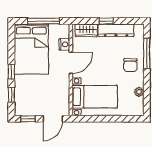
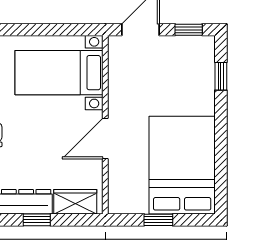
window: (44, 21) -> (158, 220), width x0.46
nightstand: (64, 44) -> (118, 174), removed
window: (11, 72) -> (221, 121), removed

